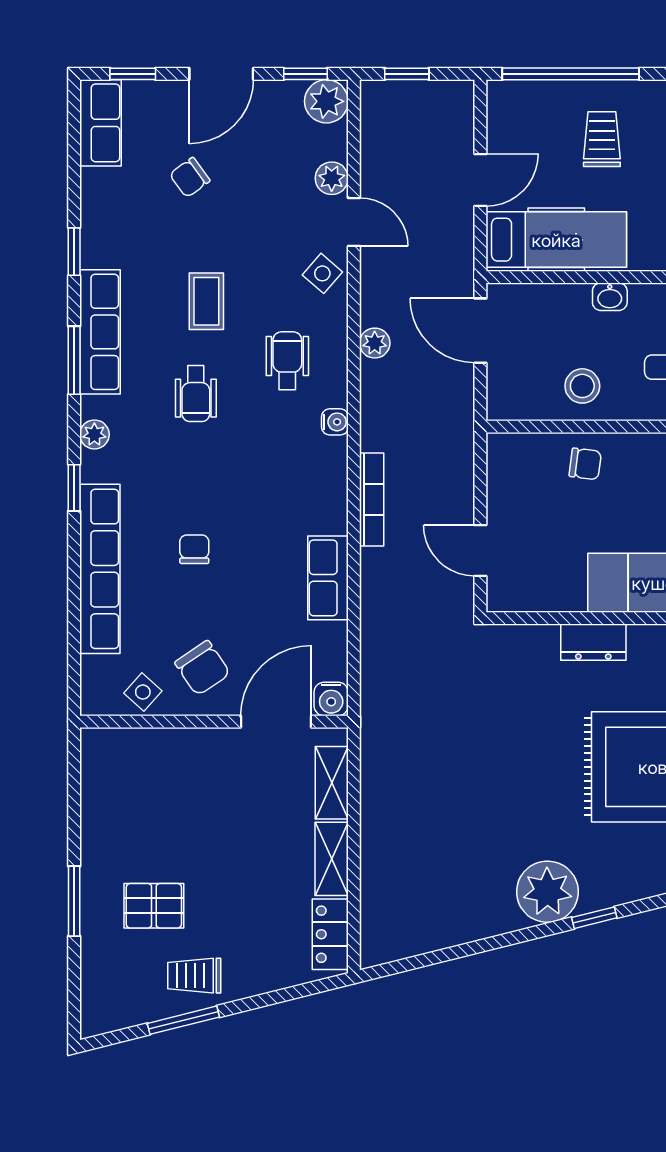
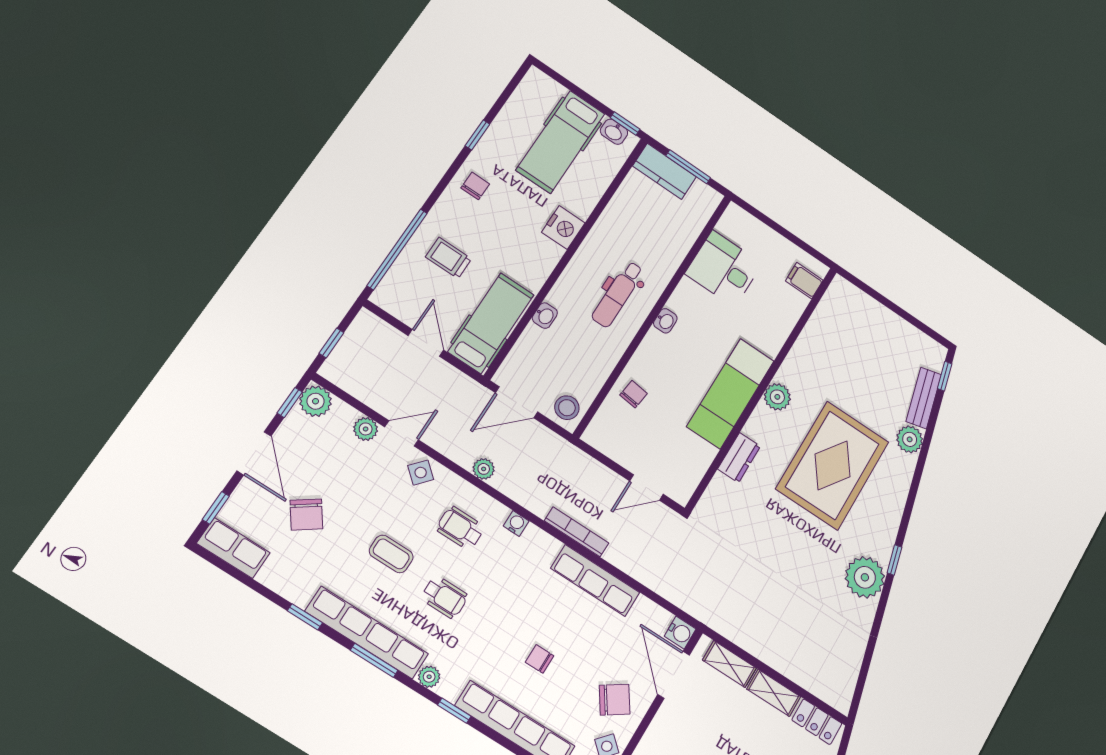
chair: (190, 177) -> (306, 515), width x1.37, depth x1.37
row of seats: (100, 332) -> (367, 633), width x1.36
stool: (582, 386) -> (567, 408), moved
row of seats: (328, 578) -> (595, 580), width x1.48

